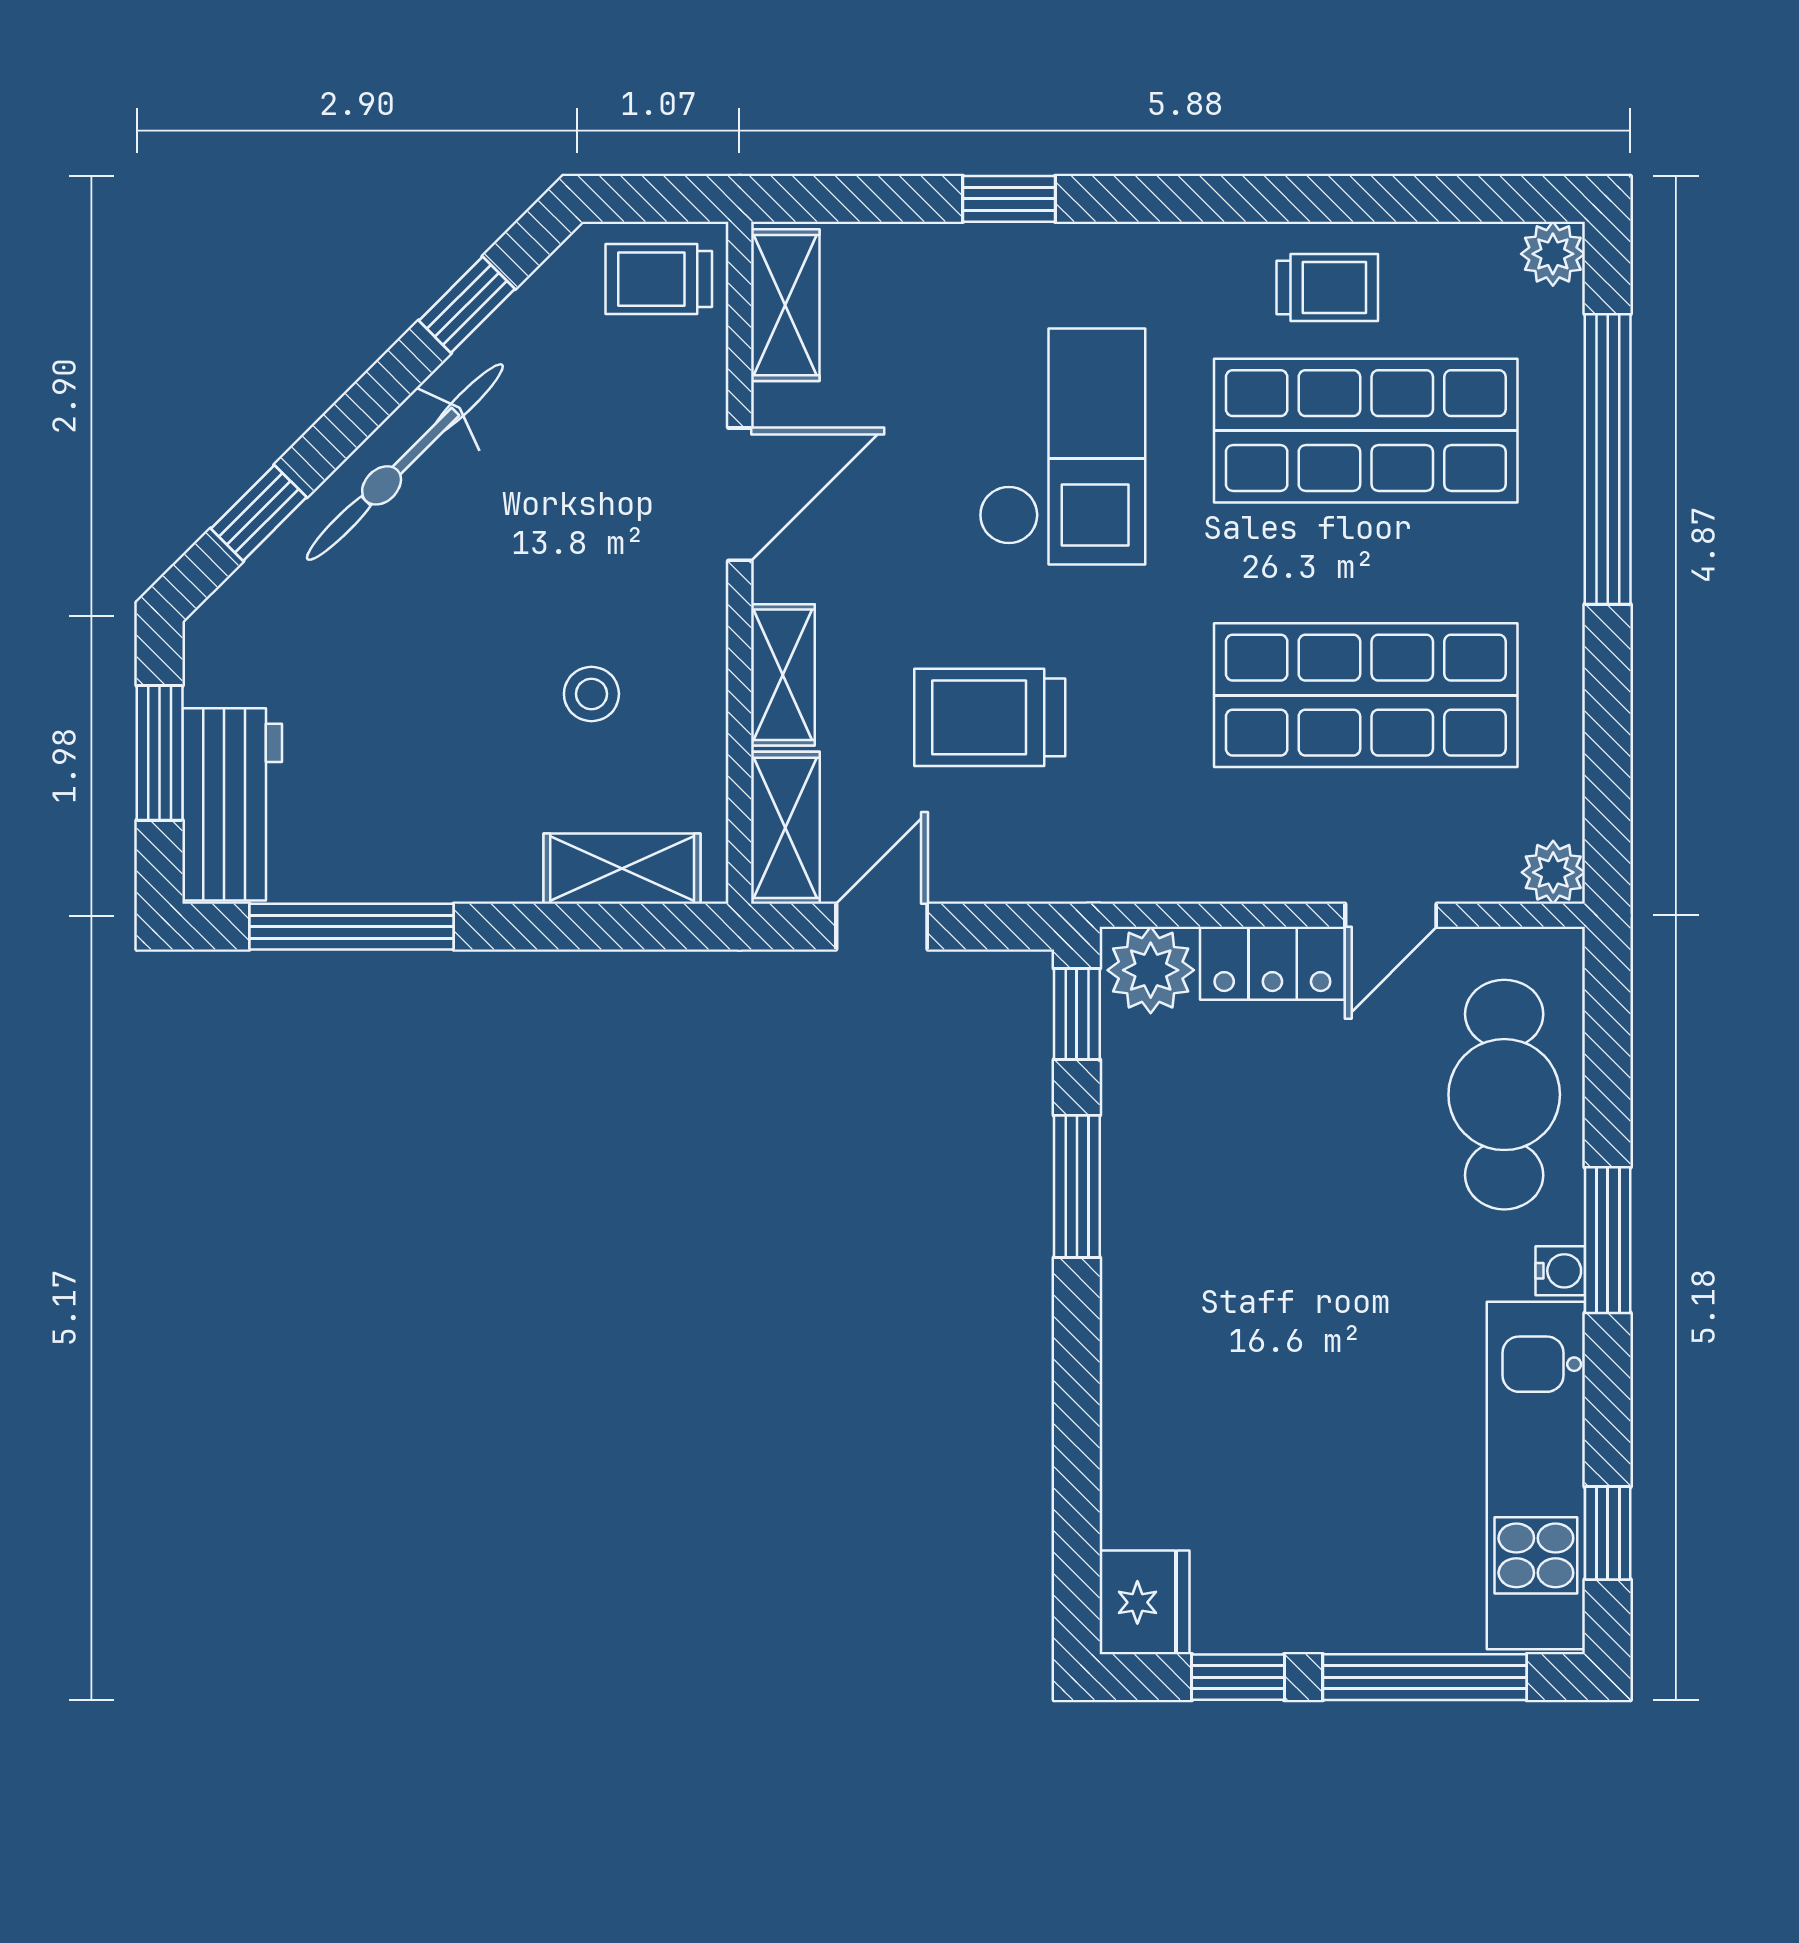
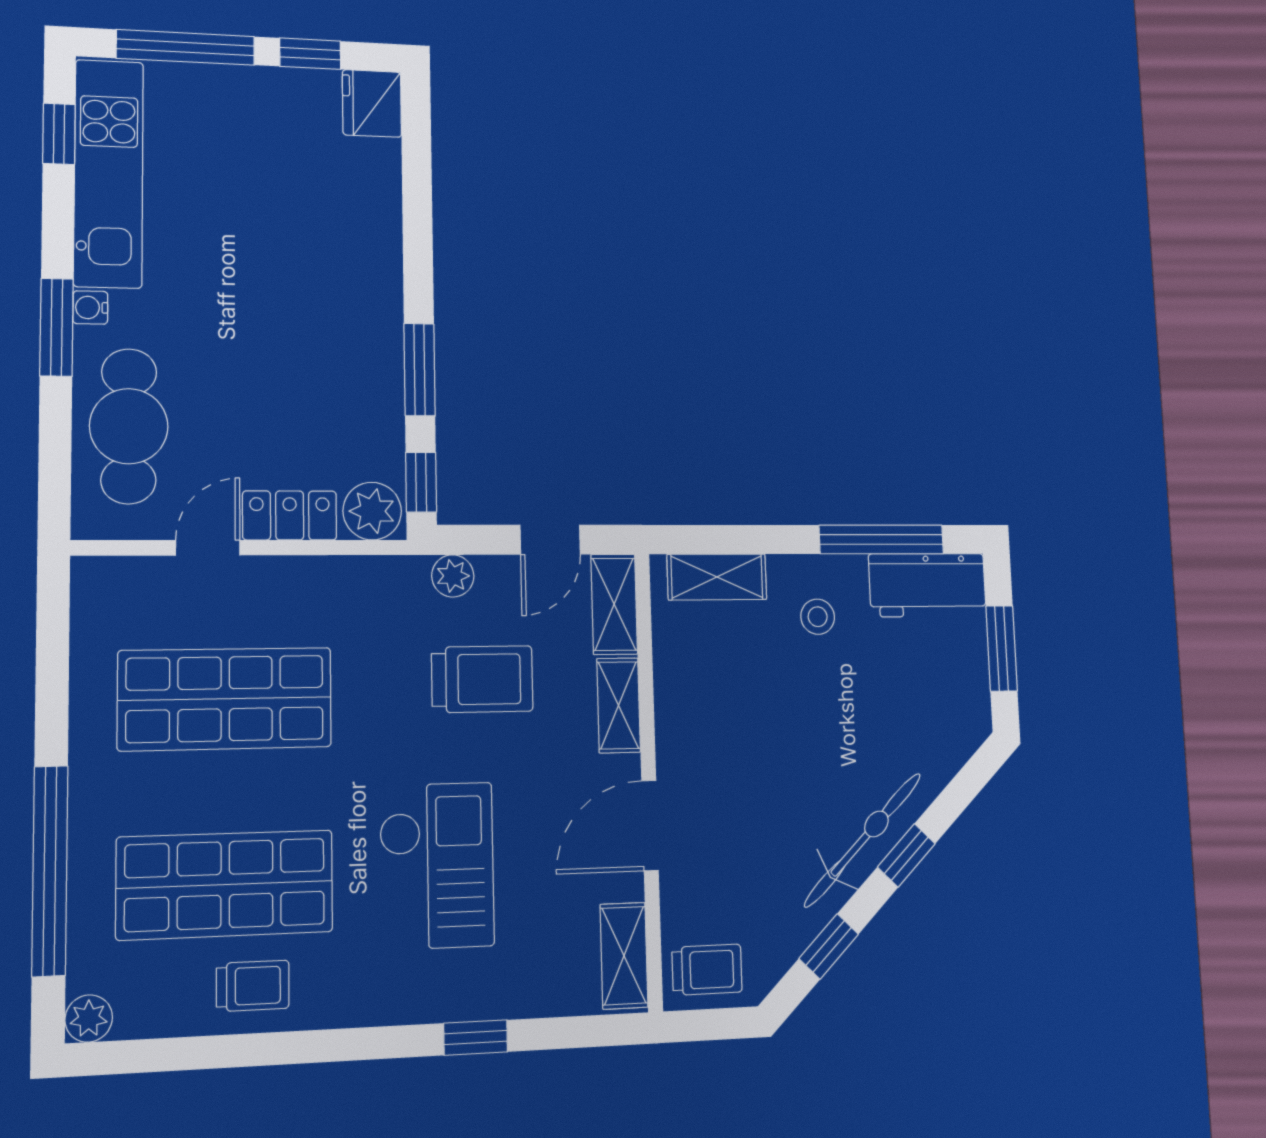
trolley: (1327, 288) -> (253, 986), turned 180
checkout: (1062, 446) -> (437, 866), turned 180
window: (259, 513) -> (906, 855), moved
stool: (591, 694) -> (818, 617), moved
workbench: (232, 804) -> (927, 585), moved, turned -90
plant: (1553, 872) -> (453, 576), moved

